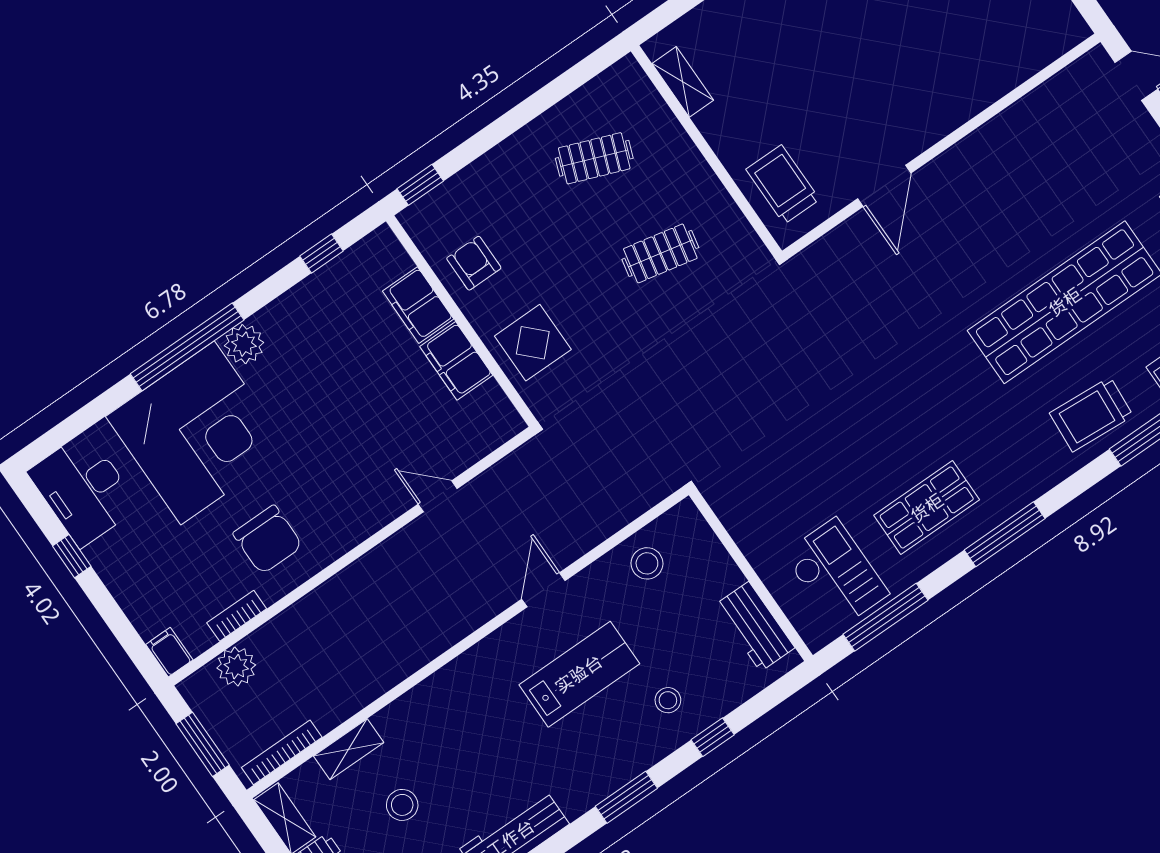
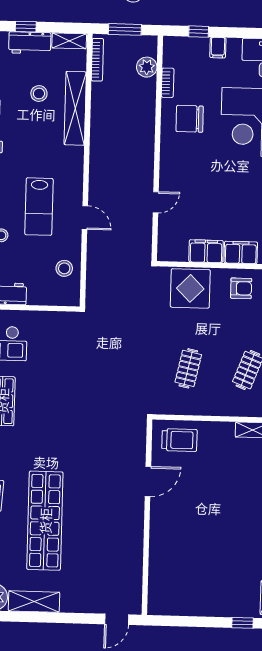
door: (884, 186) -> (148, 482), swing flipped
display table: (533, 343) -> (190, 288), width x1.36, depth x1.36
window: (72, 556) -> (199, 32), moved
filing cabinet: (169, 652) -> (218, 48), moved, turned 90
shelving: (349, 749) -> (75, 108), width x2.20, depth x1.33

